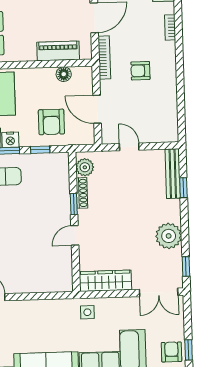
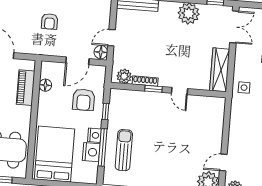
bookcase: (104, 58) -> (35, 50), removed
armchair: (51, 122) -> (84, 100), turned 90
floor lamp: (111, 136) -> (101, 52), added

